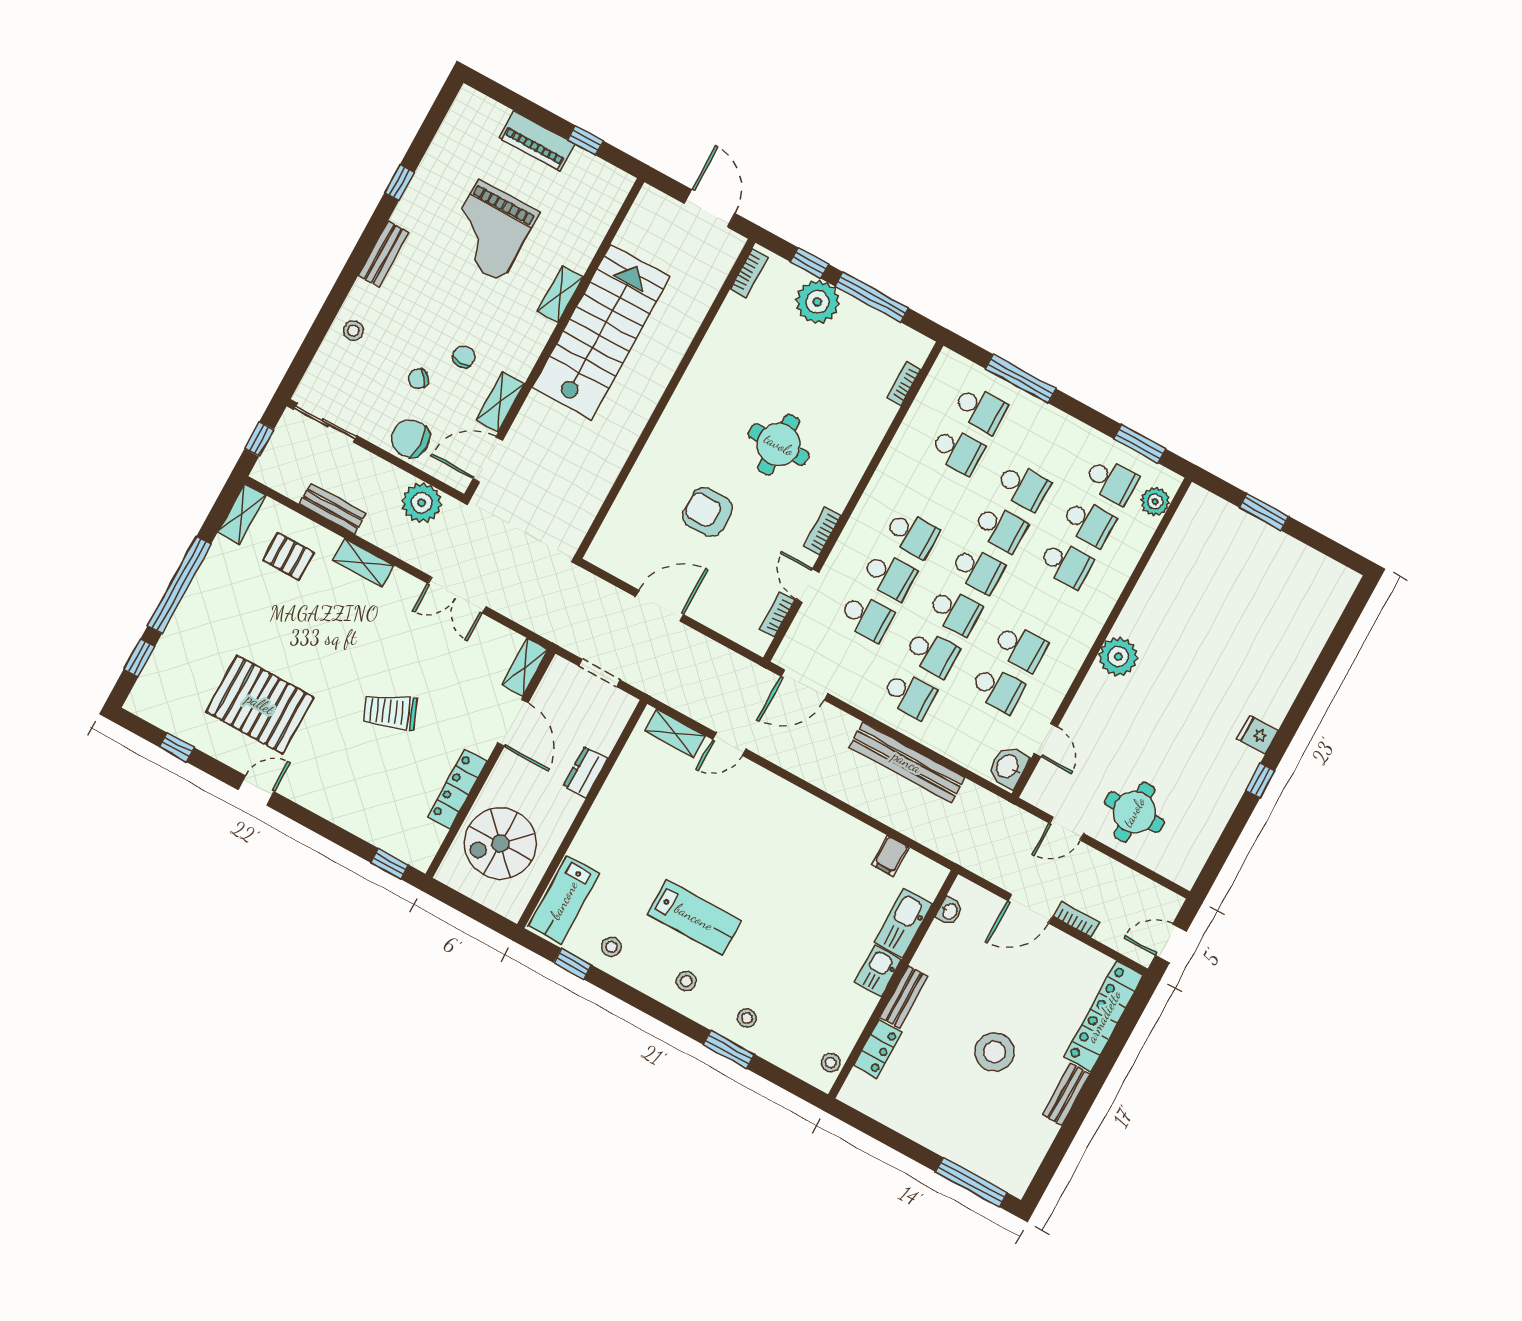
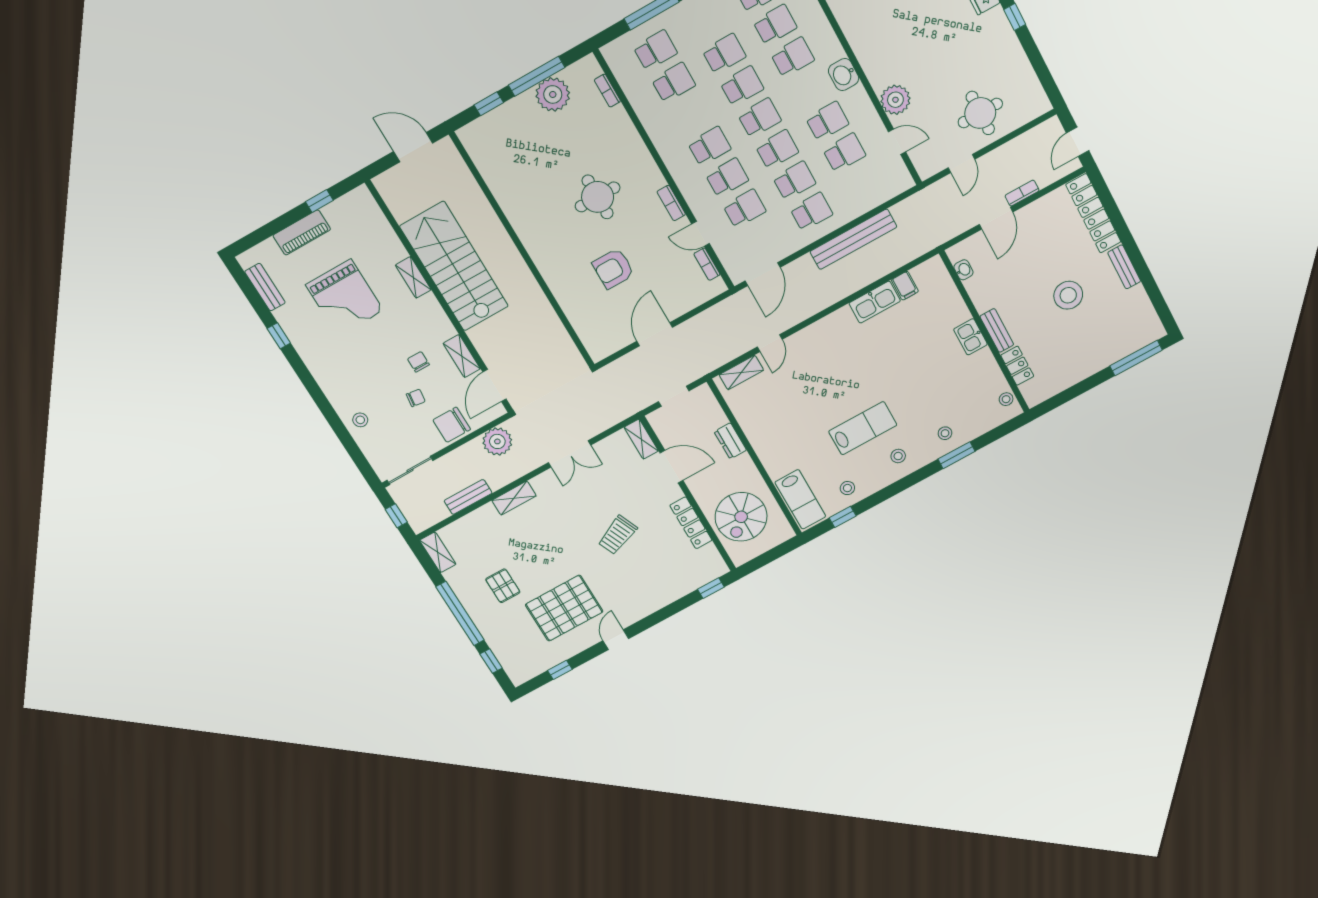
bench: (383, 254) -> (265, 287), moved
bookcase: (749, 273) -> (472, 148), removed
plant: (818, 302) -> (553, 94), moved
chair: (418, 379) -> (416, 398), turned -133
pallet: (288, 556) -> (503, 586), moved, turned 90
plant: (1118, 656) -> (895, 100), moved
washbasin: (1008, 767) -> (844, 75), moved
kitchen sink: (903, 923) -> (875, 302), moved, turned -90

